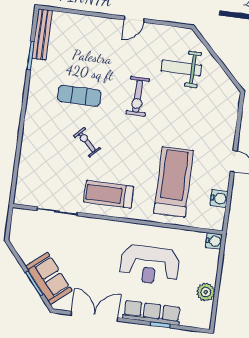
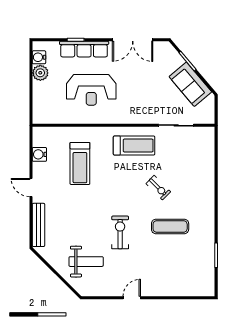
bench: (42, 34) -> (38, 225), moved
treadmill: (174, 182) -> (80, 163), width x0.73, depth x0.73
water cooler: (214, 241) -> (39, 57), moved
reception desk: (150, 265) -> (91, 90), turned 180
sofa: (49, 278) -> (190, 84), moved

